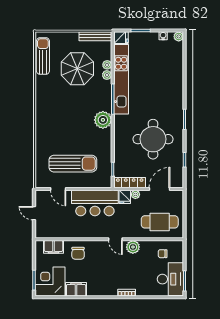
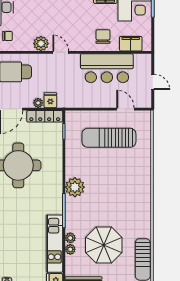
kitchen unit: (121, 79) -> (54, 244), width x0.73
bar counter: (95, 203) -> (107, 68), moved, turned 180

